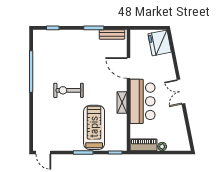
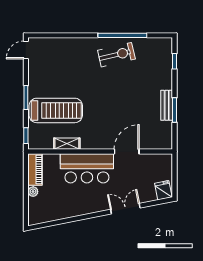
bench: (112, 34) -> (167, 105), moved
fridge: (160, 43) -> (163, 190), width x0.53, depth x0.75
exercise bike: (68, 90) -> (116, 55), moved, turned 77
double door: (181, 92) -> (125, 209), moved
shelving: (122, 103) -> (67, 144), moved

